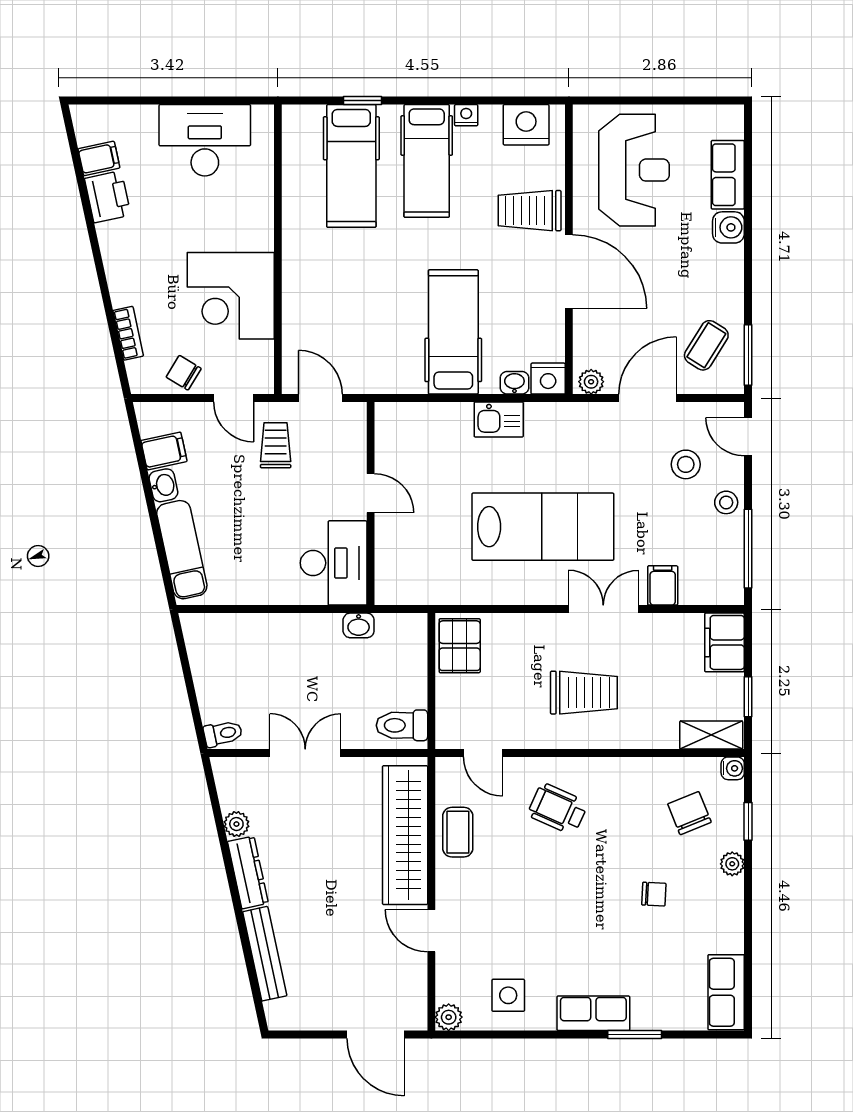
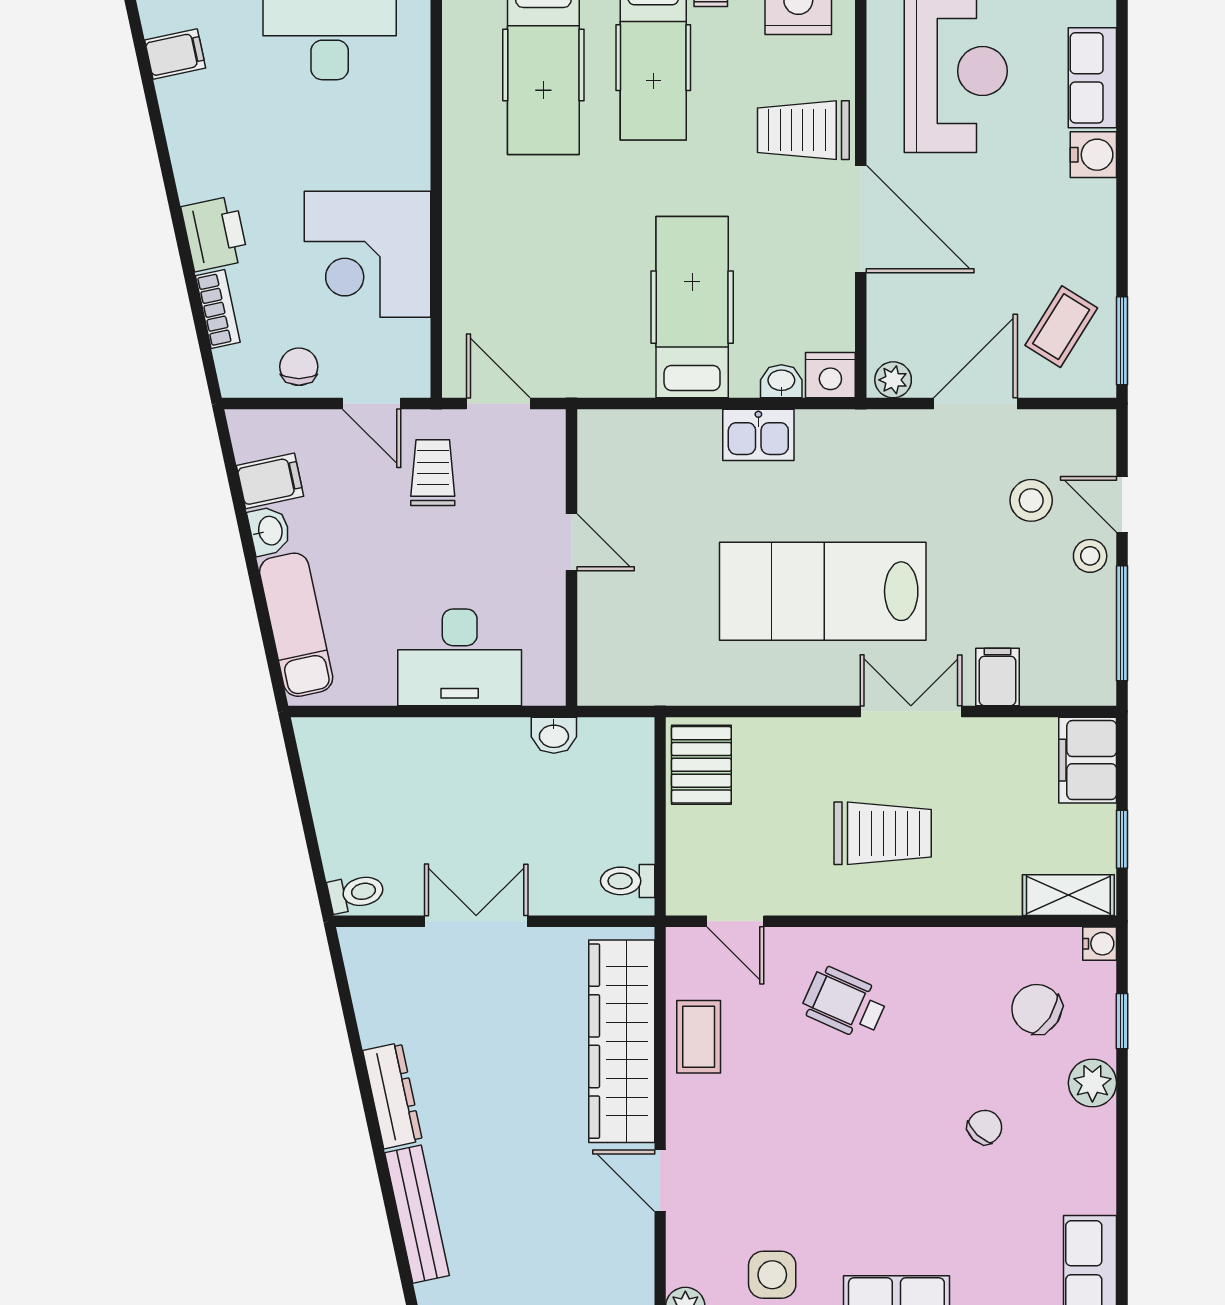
printer: (108, 197) -> (215, 234), moved
chair: (184, 373) -> (299, 367), turned 59
door: (748, 437) -> (1122, 504), moved
lab bench: (543, 527) -> (823, 591), turned 180
desk: (334, 563) -> (460, 657), moved, turned 90
toilet: (402, 725) -> (628, 881), width x0.73, depth x0.72
chair: (689, 813) -> (1037, 1009), turned -35
plant: (236, 824) -> (376, 1025), removed
plant: (732, 864) -> (1092, 1083), width x1.38, depth x1.38
chair: (654, 894) -> (985, 1127), turned -50

